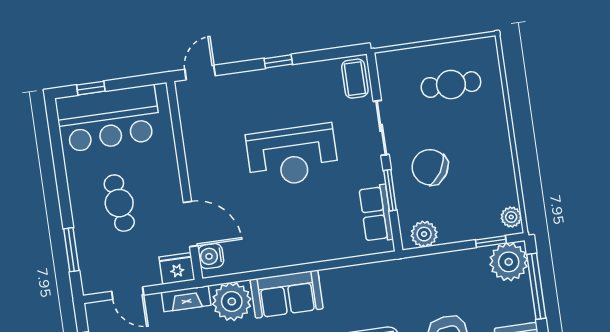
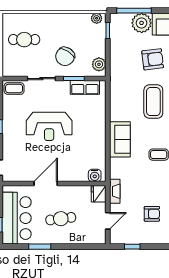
cafe table: (451, 85) -> (24, 40), turned 90
reception desk: (292, 156) -> (49, 126), turned 90
door: (191, 224) -> (46, 184), moved
window: (71, 250) -> (40, 247), moved
plant: (509, 262) -> (142, 23), moved
plant: (232, 301) -> (120, 168), removed

